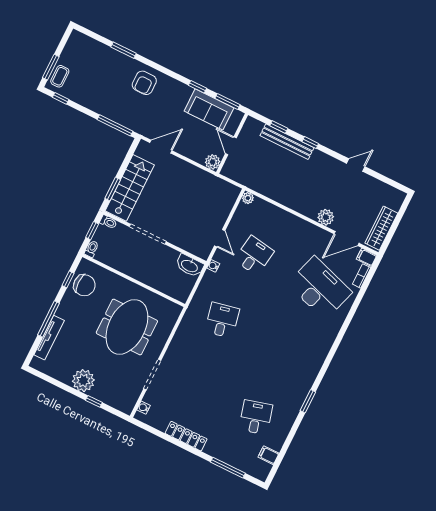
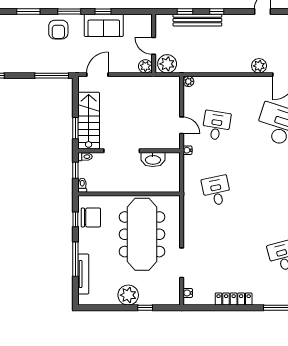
window: (227, 102) -> (69, 11), moved
sofa: (209, 109) -> (104, 25), moved
plant: (235, 170) -> (167, 64), added
washbasin: (190, 266) -> (153, 159), moved
meeting table: (127, 327) -> (142, 234), width x1.36

